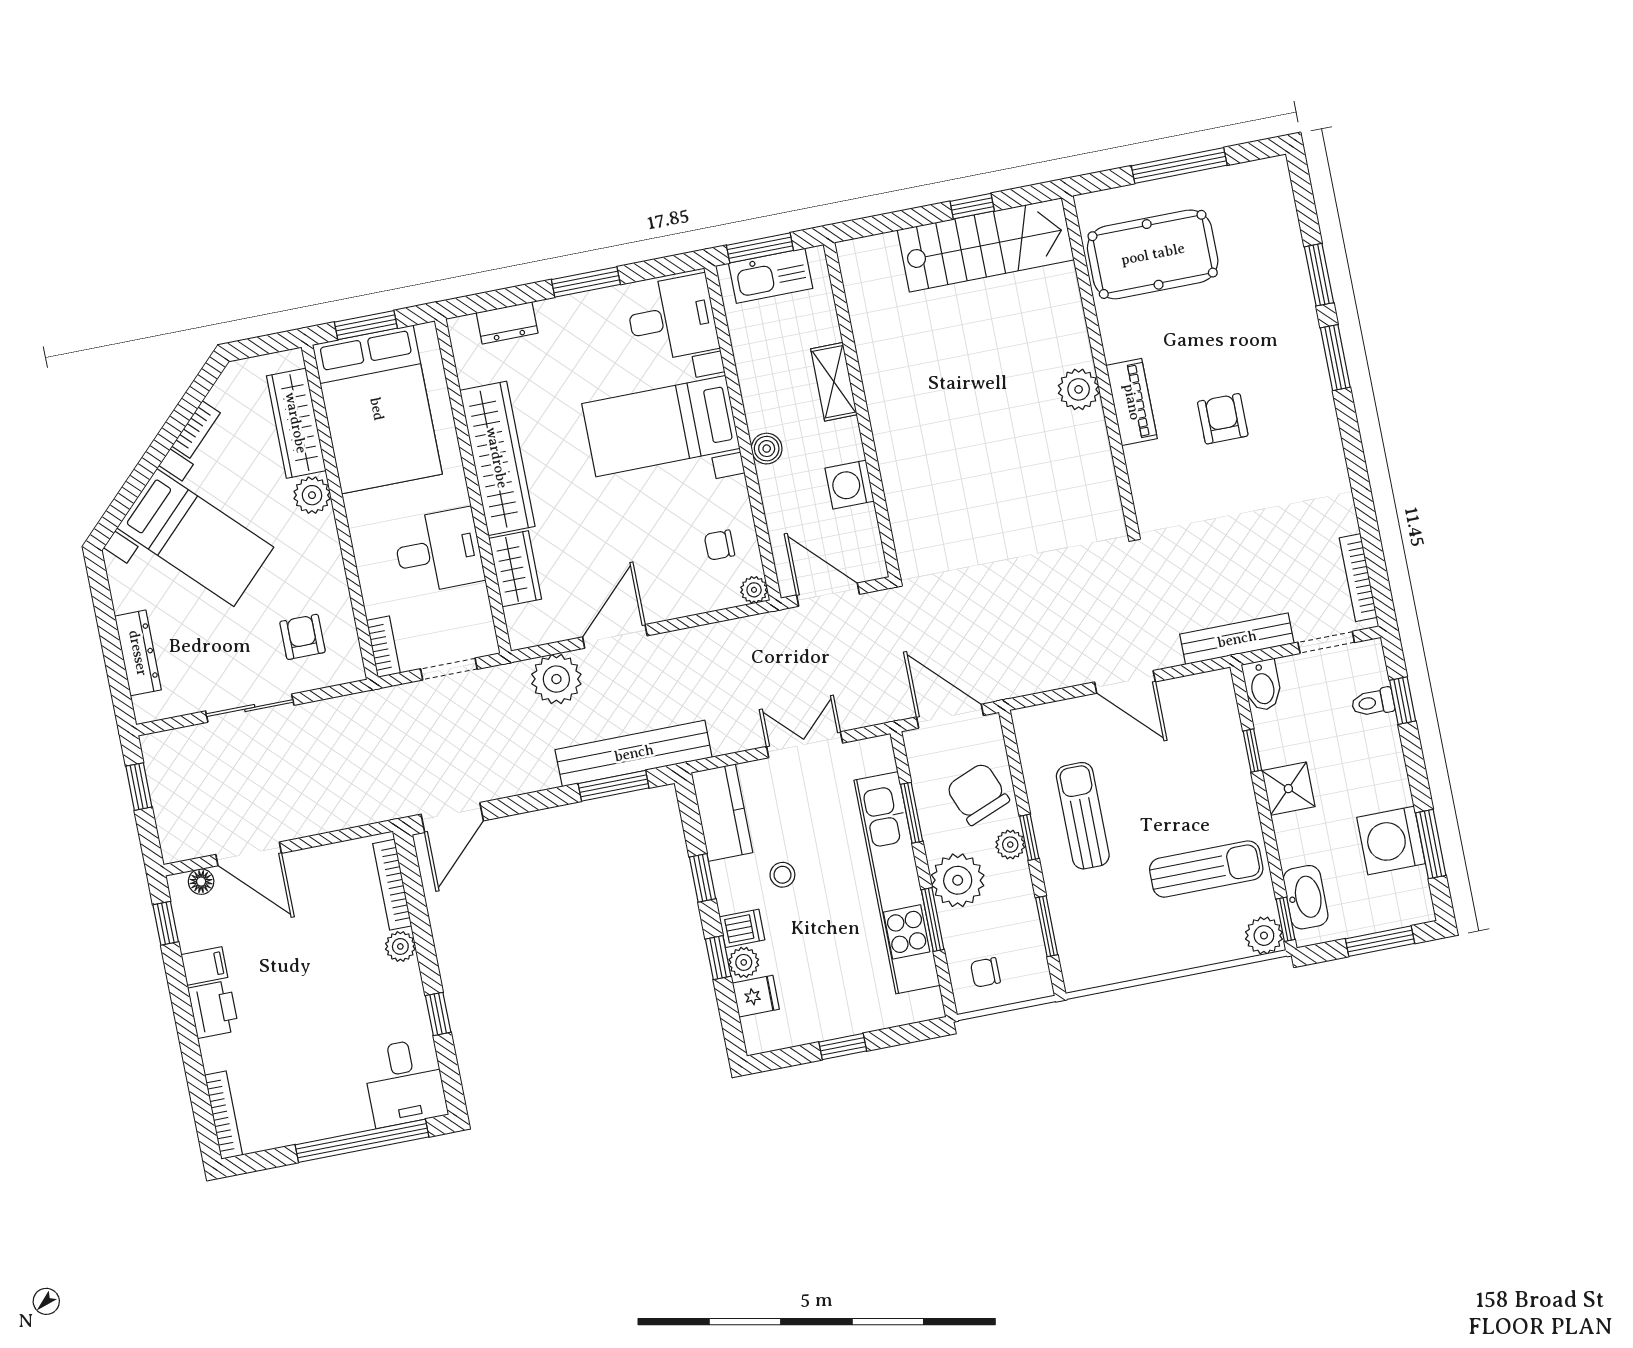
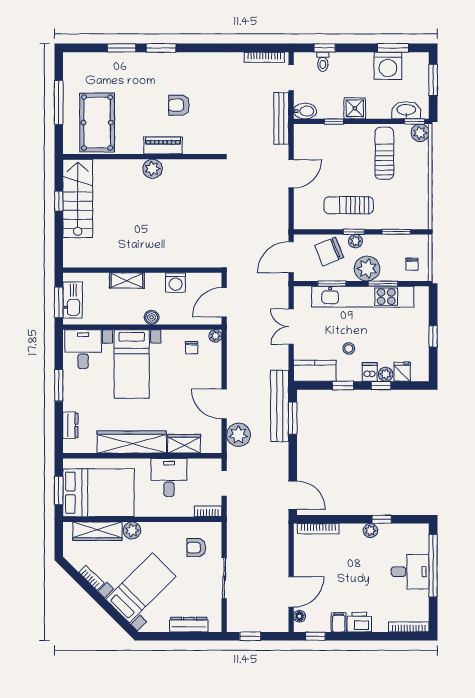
plant: (400, 946) -> (370, 531), moved
desk: (405, 1082) -> (410, 572), moved

